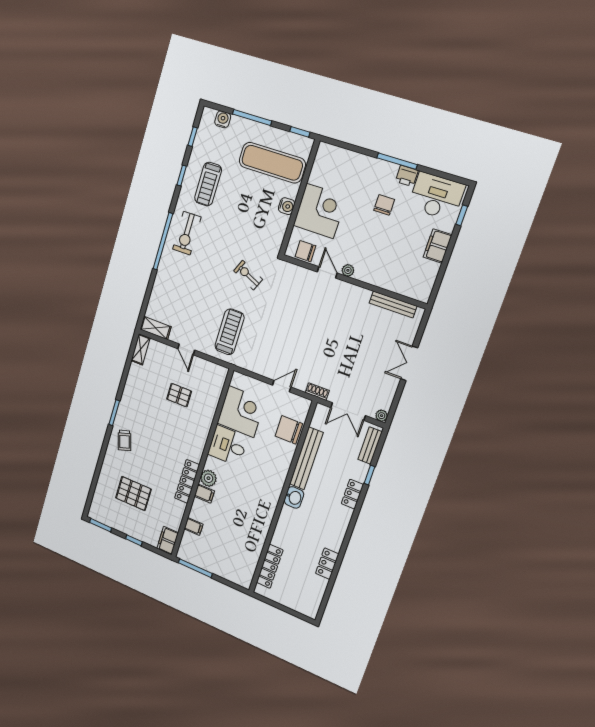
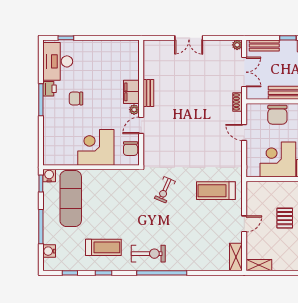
water cooler: (287, 206) -> (49, 175), moved
filing cabinet: (438, 246) -> (131, 92), moved, turned 90
bench: (393, 304) -> (148, 93), moved, width x0.73

